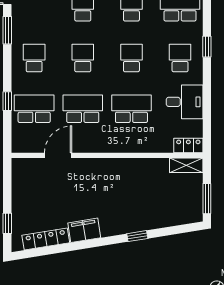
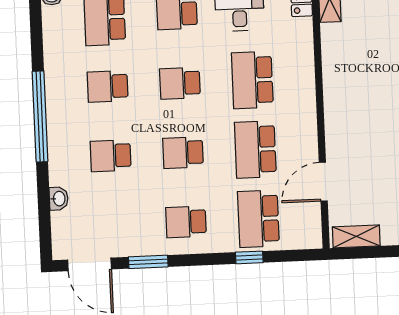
door: (58, 155) -> (323, 182), hinge flipped
shelving: (19, 177) -> (356, 236), added

